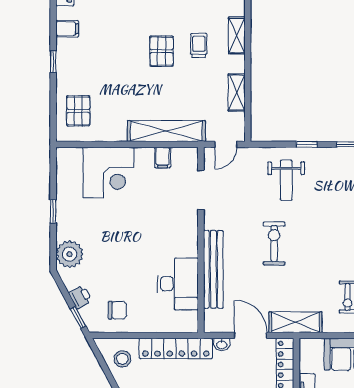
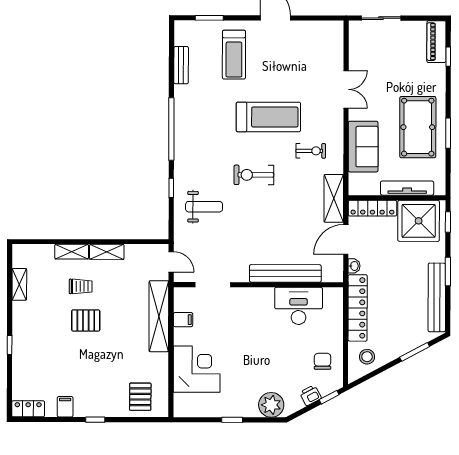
trolley: (199, 46) -> (81, 286), turned 180
shelving: (237, 93) -> (107, 252), moved
pallet: (78, 111) -> (140, 397), turned 90
exercise bike: (274, 243) -> (254, 175), moved

